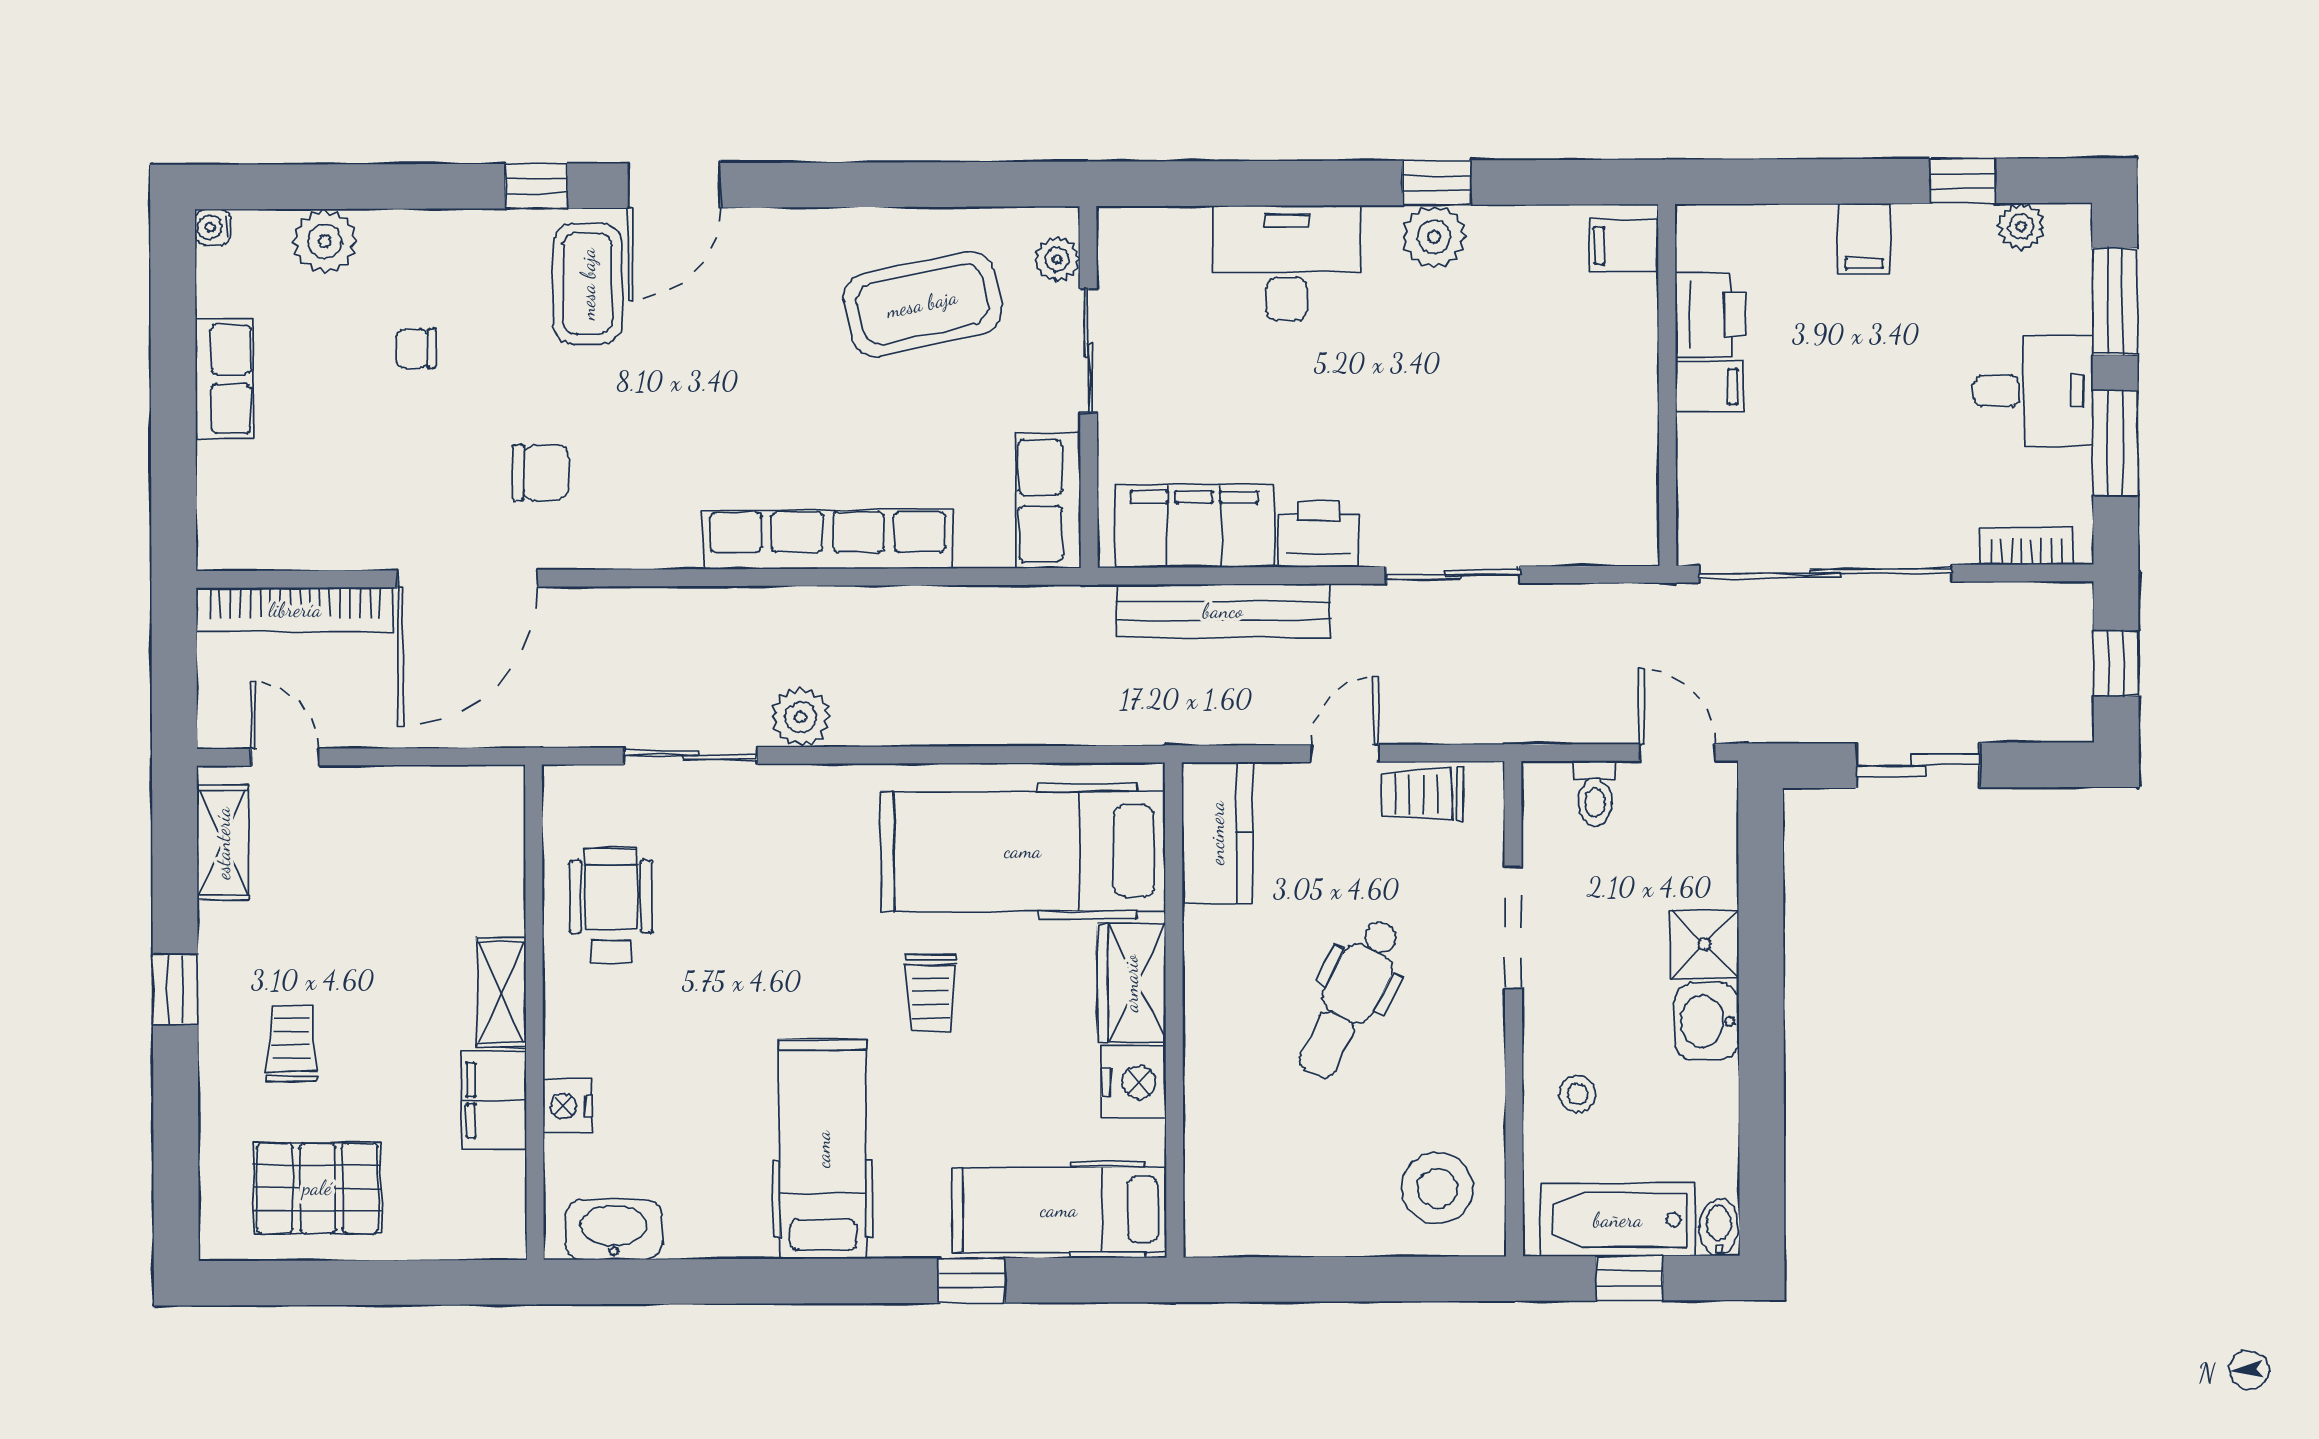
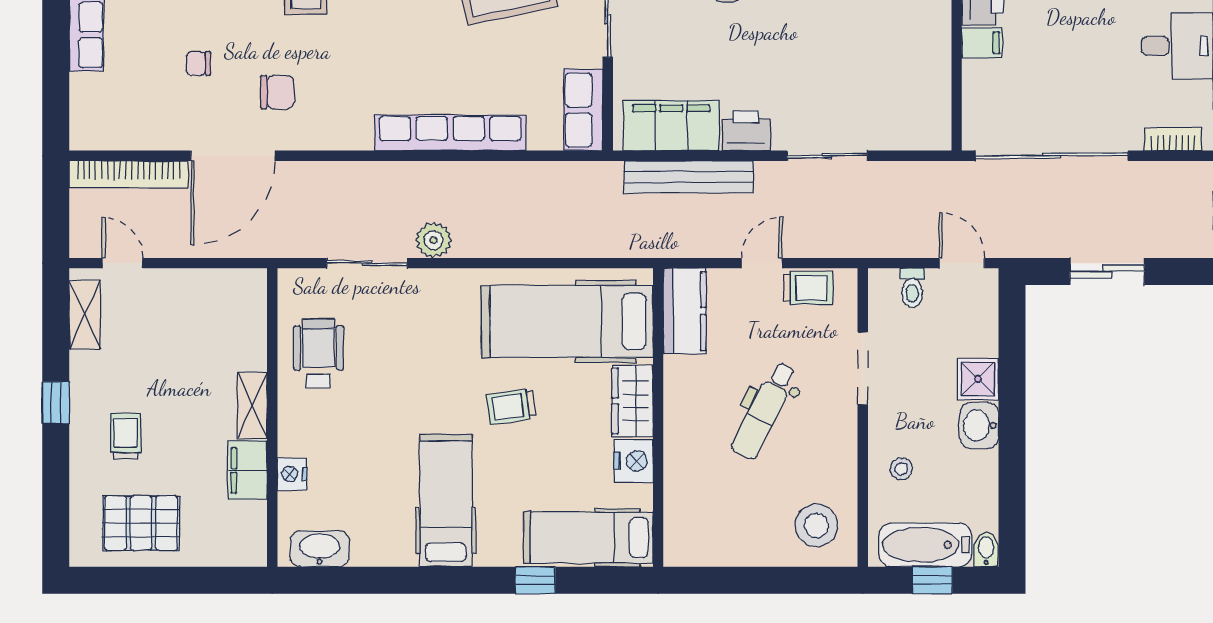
chair: (416, 349) -> (198, 63), moved
trolley: (1422, 794) -> (808, 288), turned 180
trolley: (931, 993) -> (511, 406), turned 82

